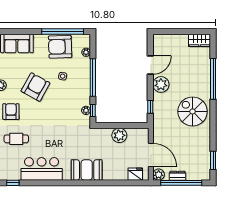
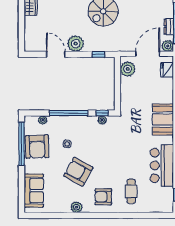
plant: (119, 135) -> (128, 69), moved

